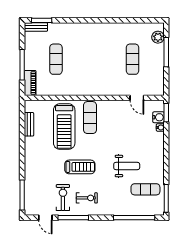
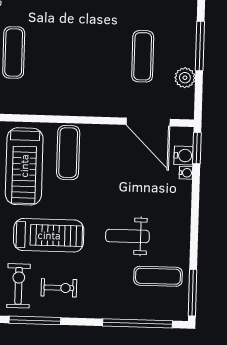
plant: (158, 37) -> (185, 78), moved
door: (137, 98) -> (148, 122), width x1.88
weight bench: (127, 166) -> (127, 236), turned 180
treadmill: (80, 167) -> (49, 235), width x1.37, depth x1.38

